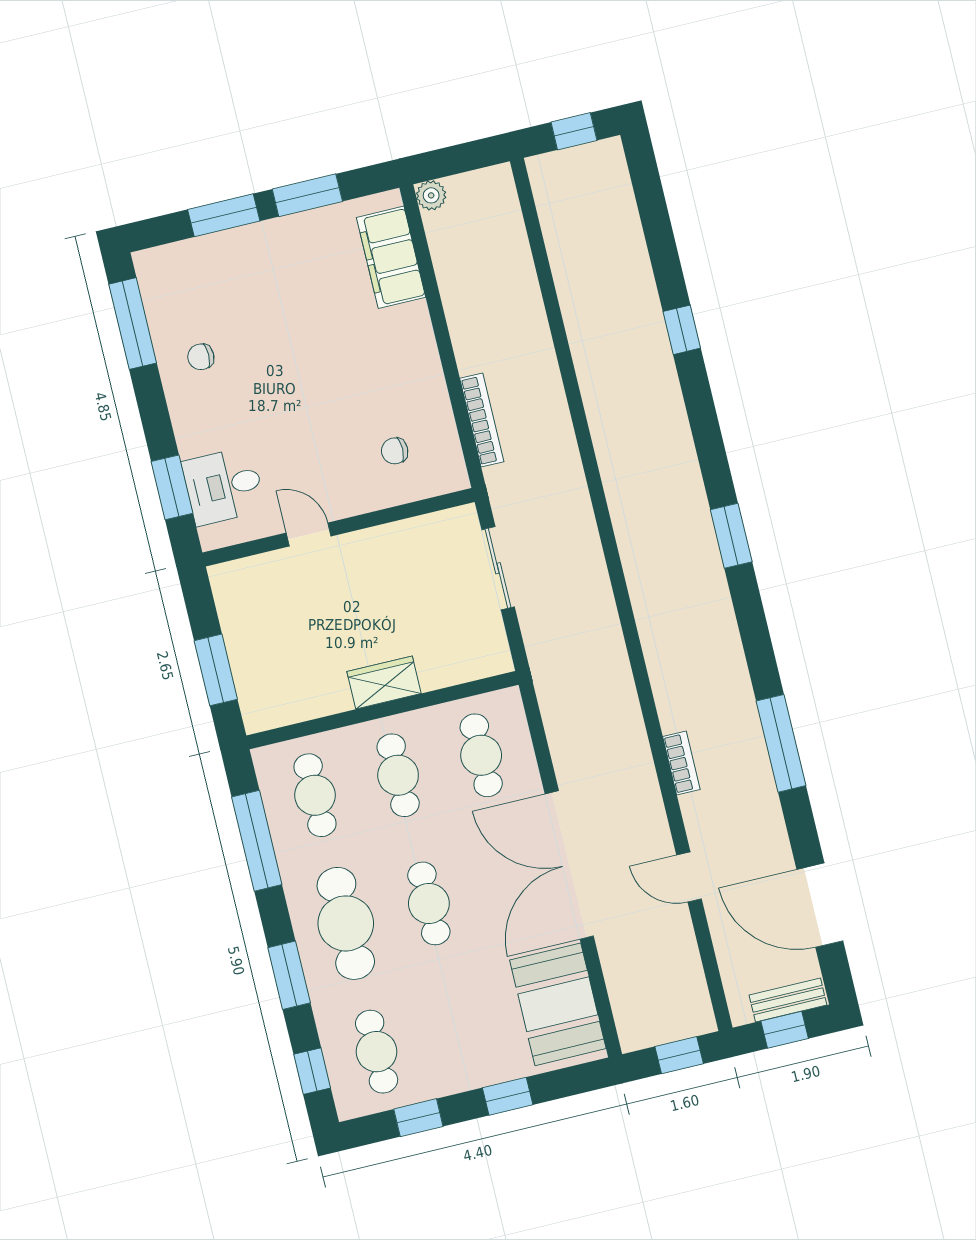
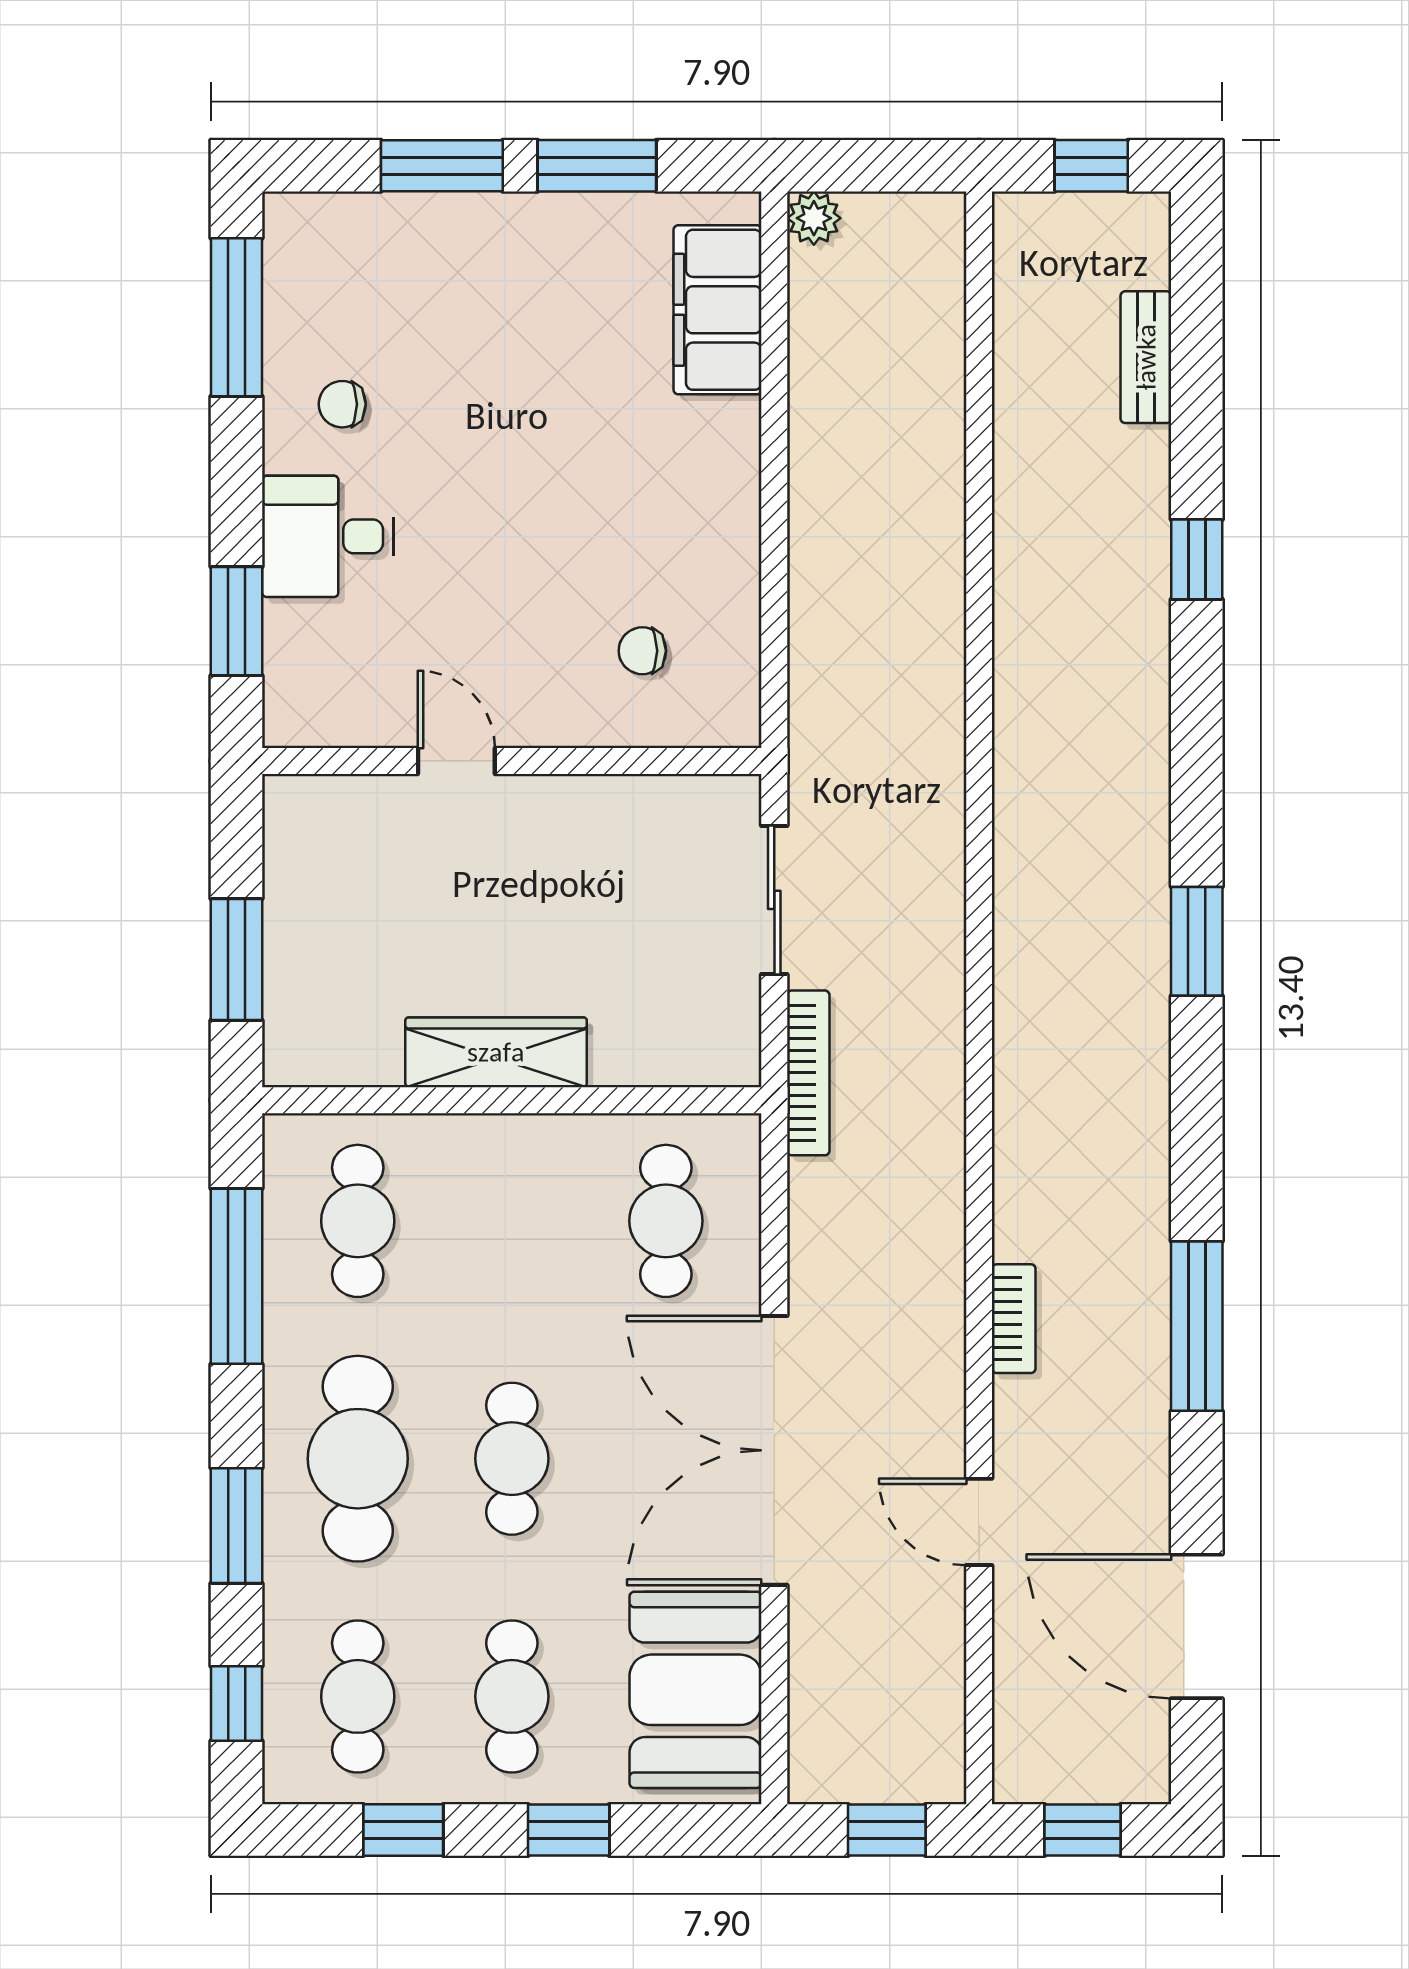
bookcase: (482, 420) -> (808, 1073), moved
desk: (224, 486) -> (328, 536), moved
wardrobe: (384, 682) -> (496, 1052), width x1.50
cafe table: (398, 775) -> (512, 1696), moved
bench: (788, 1000) -> (1146, 357), moved, turned 90

